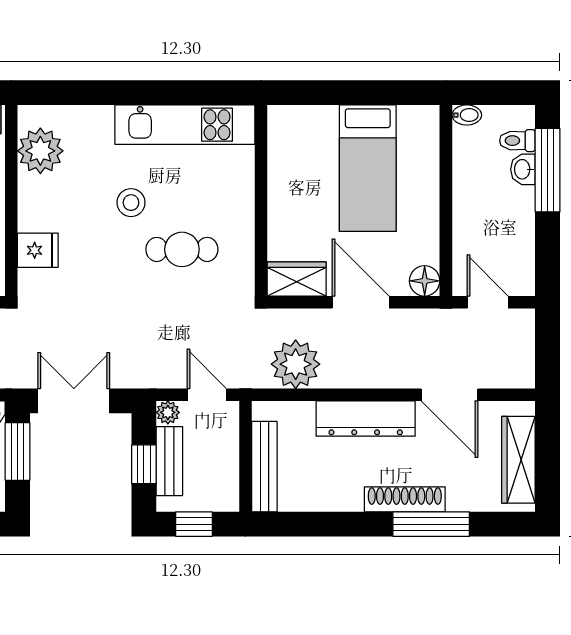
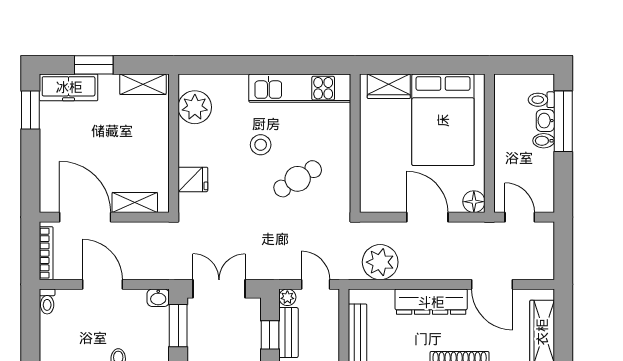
bidet: (467, 115) -> (544, 141), moved, turned 180
bed: (368, 168) -> (443, 120), width x1.50
cafe table: (182, 249) -> (298, 179), turned -32
wardrobe: (297, 279) -> (389, 86), moved, turned 180

